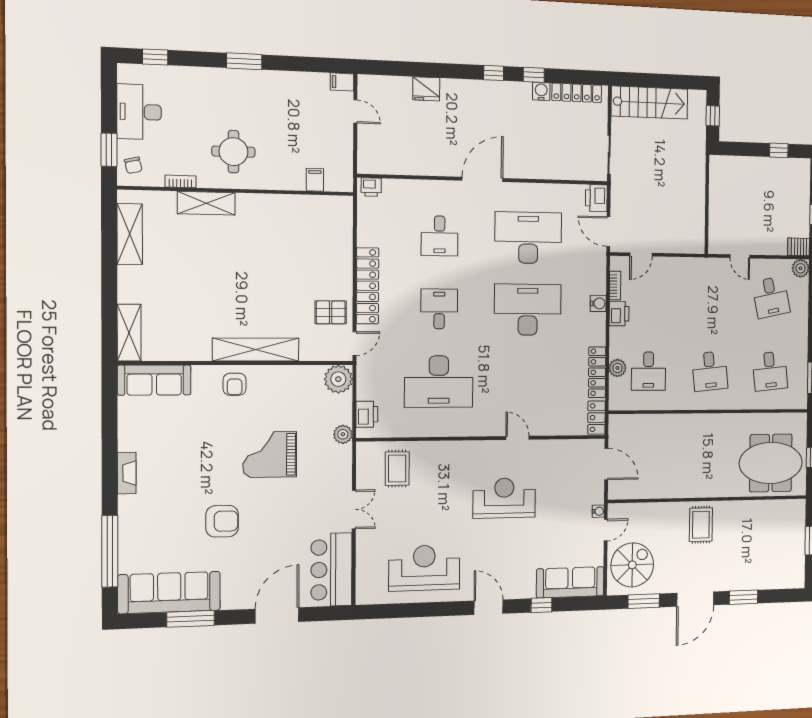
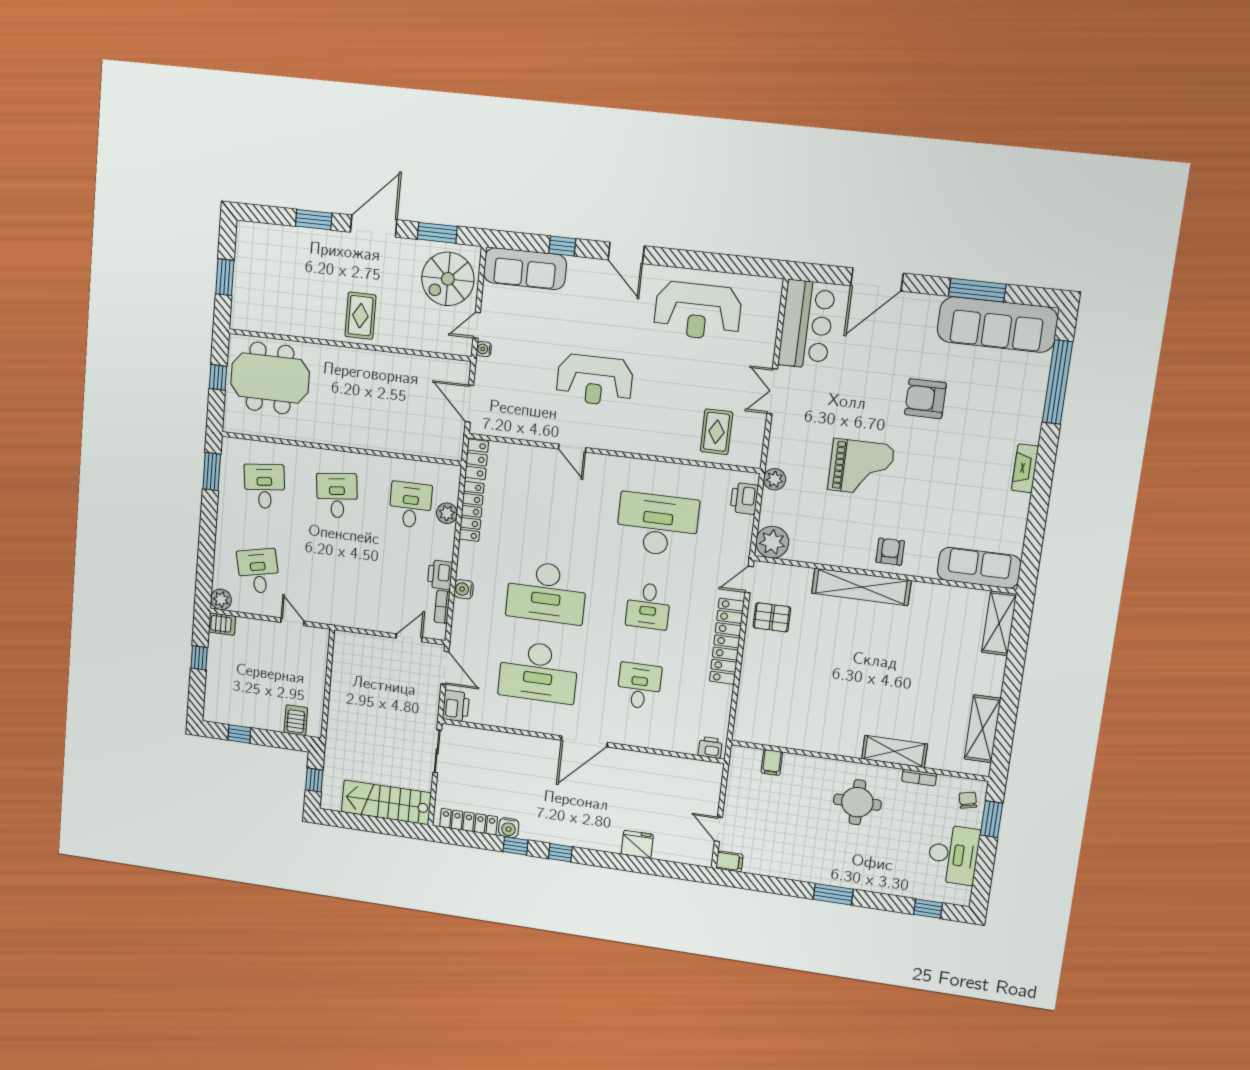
server rack: (732, 169) -> (296, 720), added

